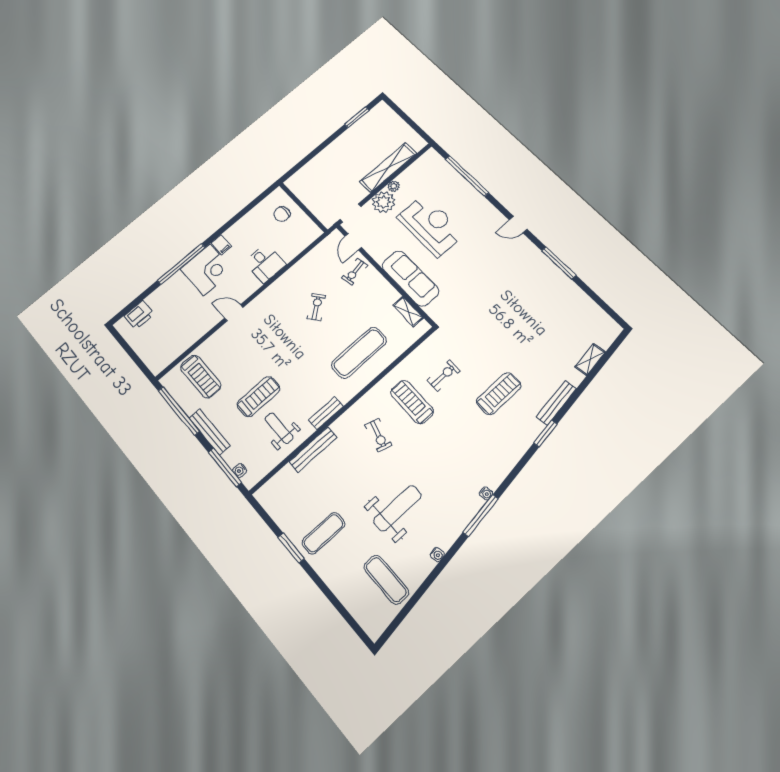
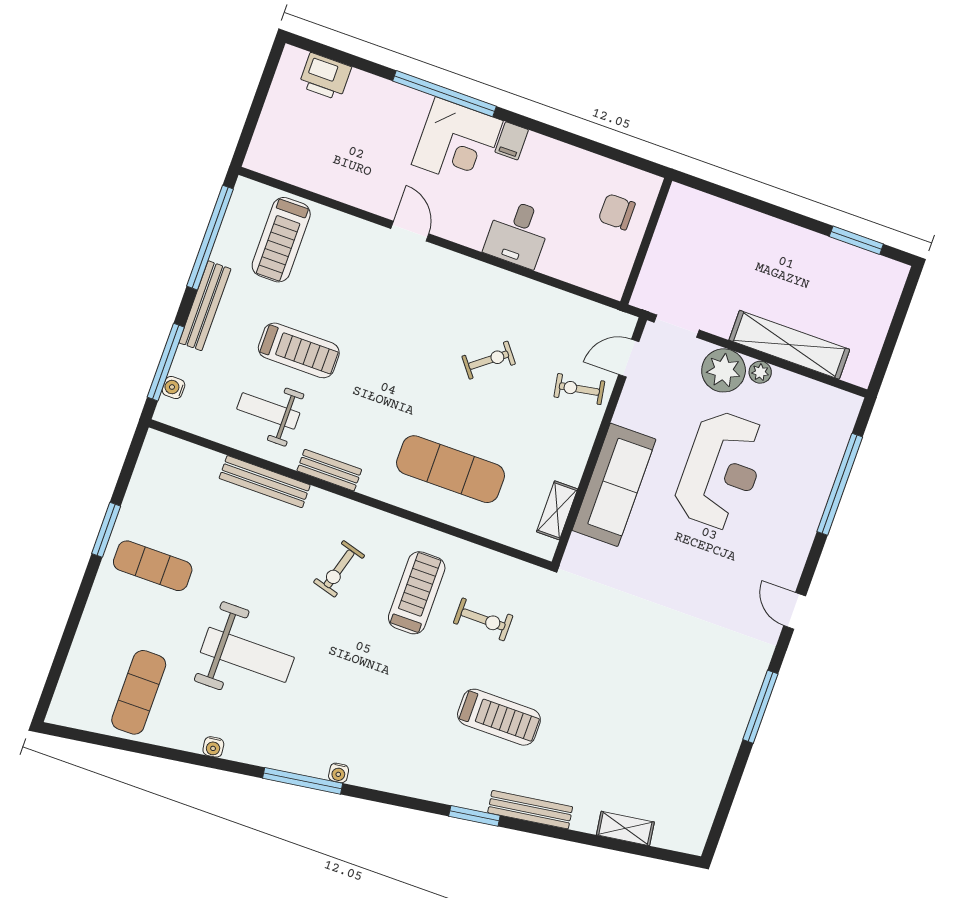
weight bench: (279, 428) -> (268, 411), turned -90

